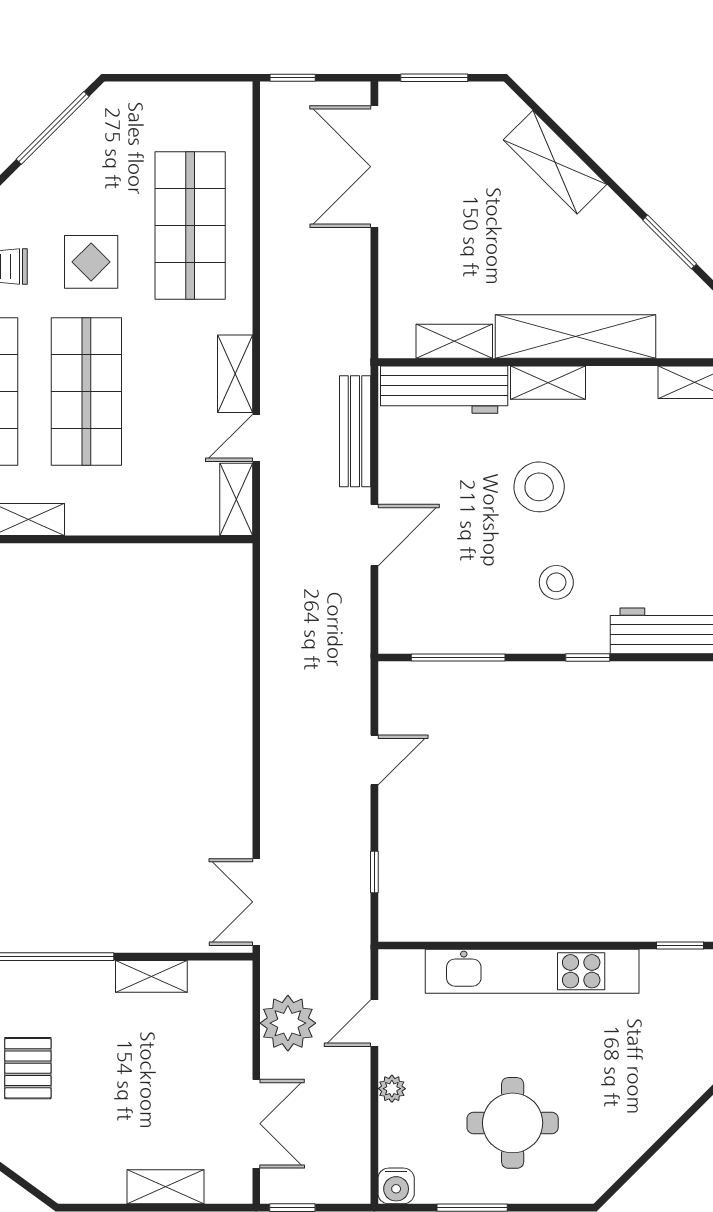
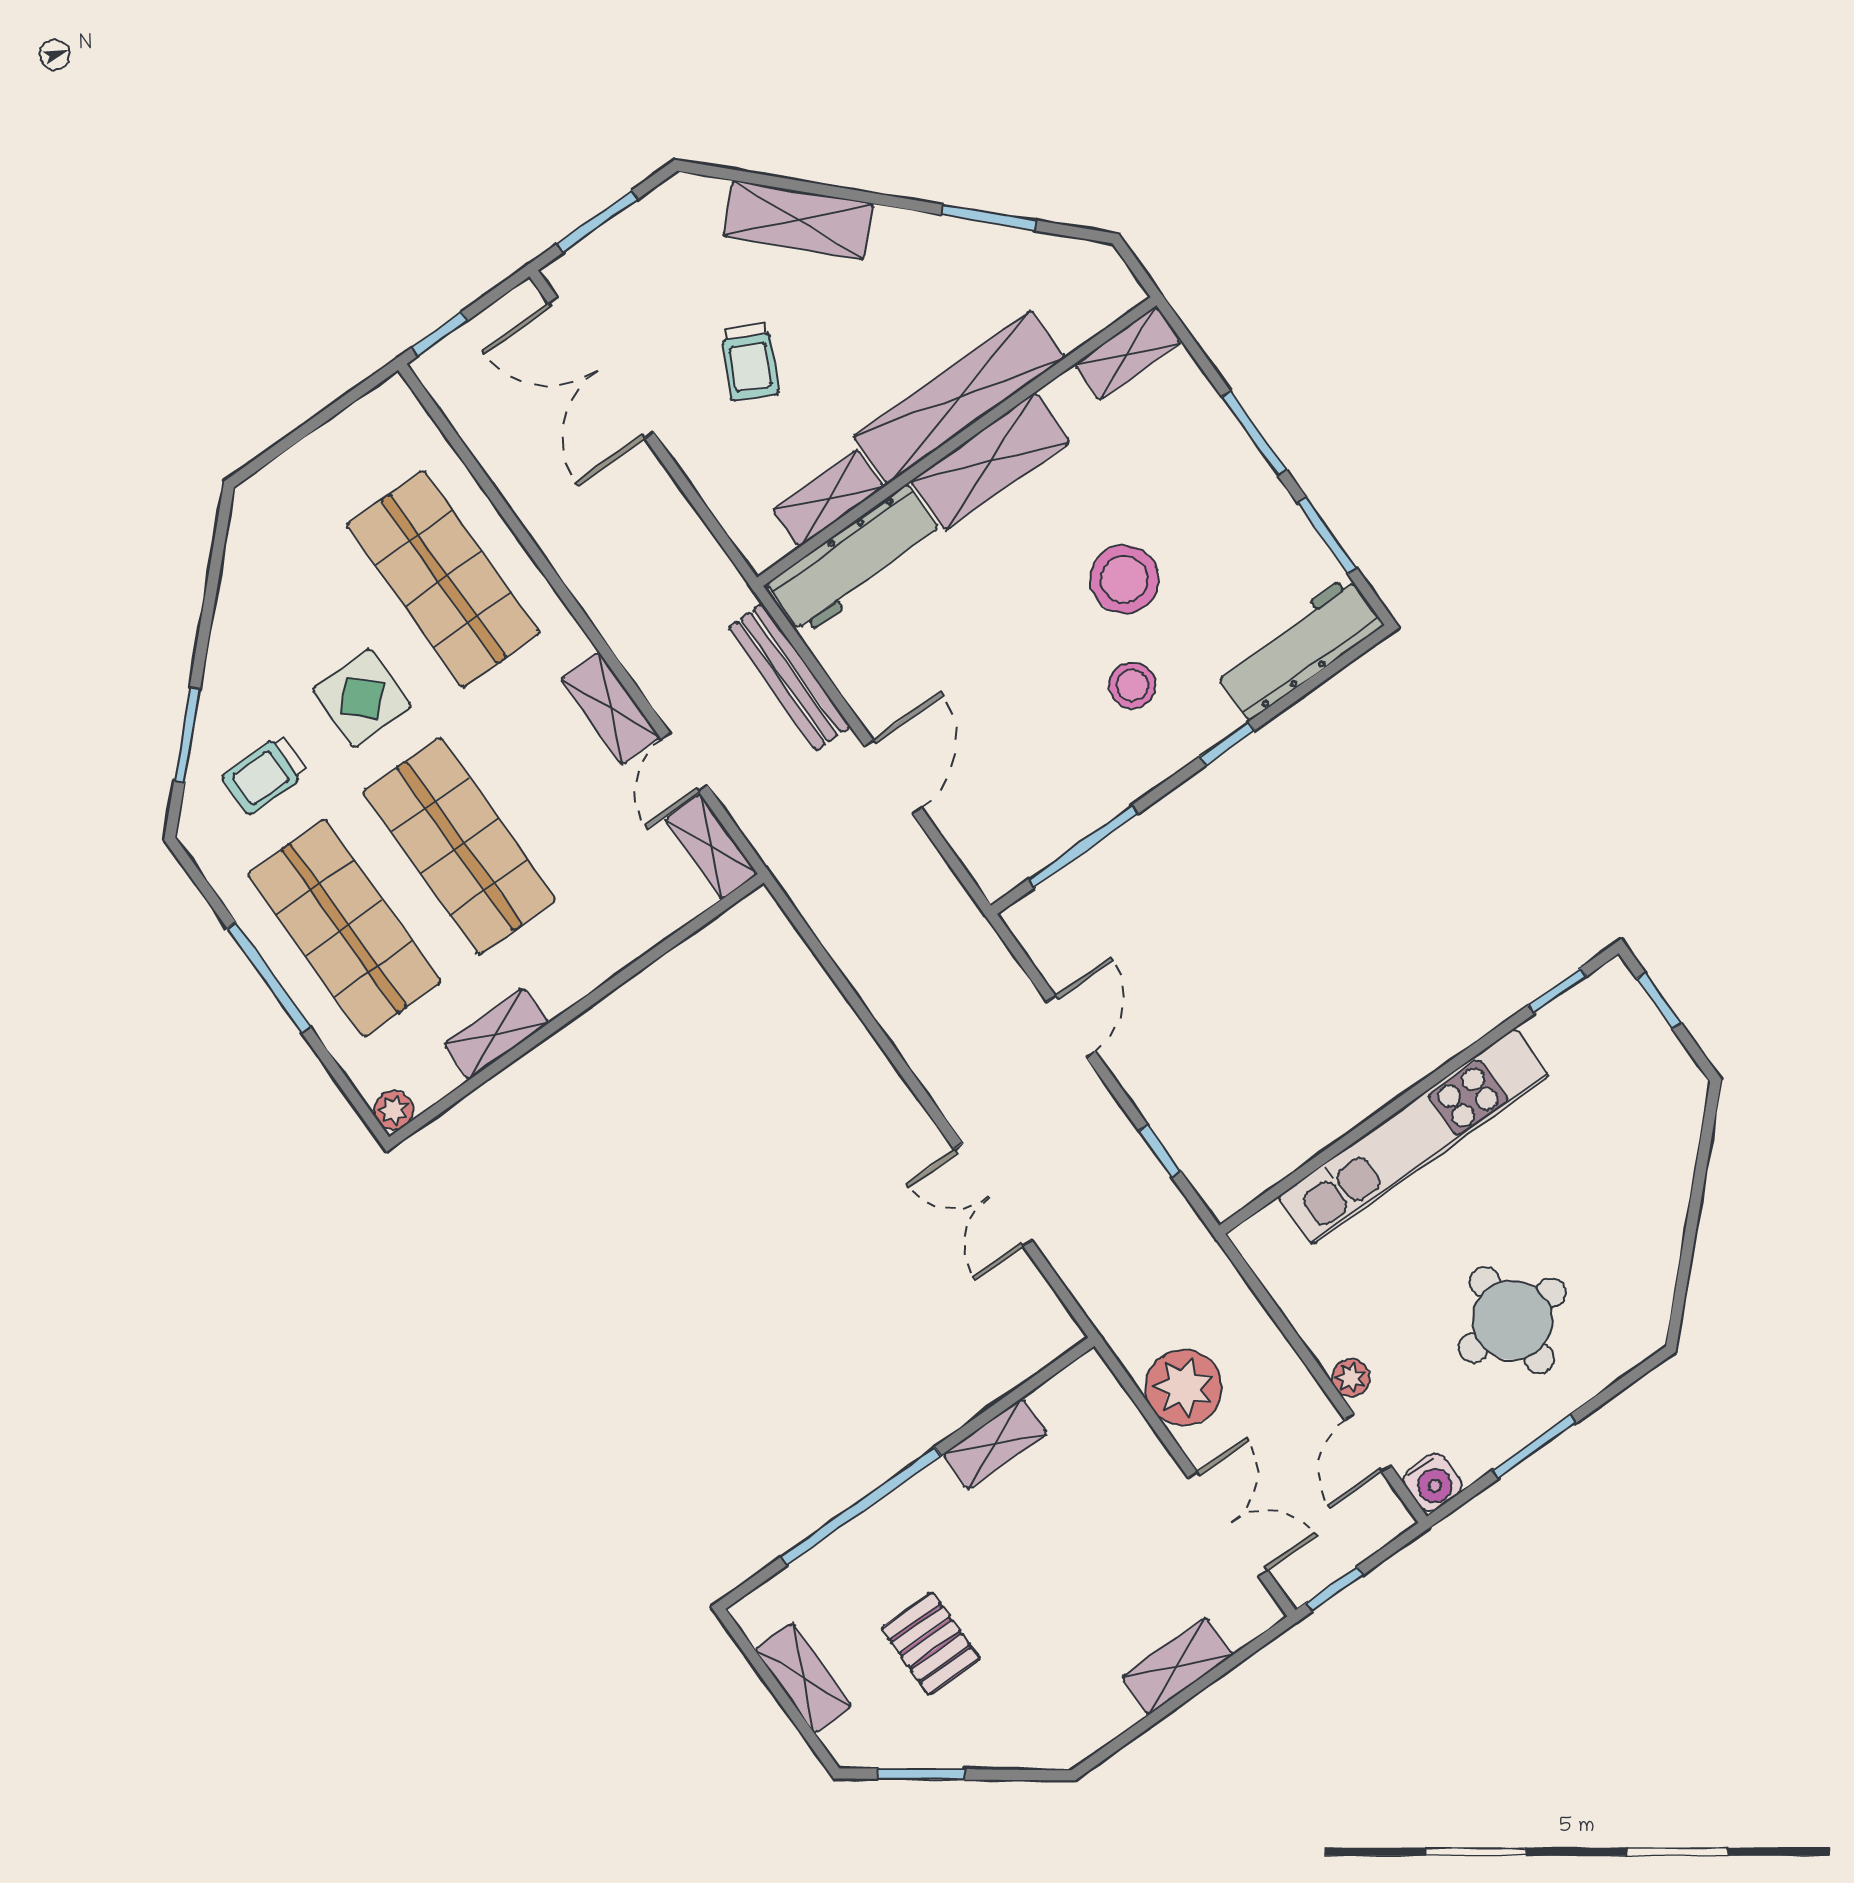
window: (53, 128) -> (213, 580), removed
trolley: (466, 227) -> (750, 362), added
shelving: (548, 383) -> (990, 461), width x1.50, depth x1.33
stool: (539, 487) -> (1124, 579), moved
double door: (256, 902) -> (993, 1195), moved
door: (374, 1023) -> (1368, 1443), moved

